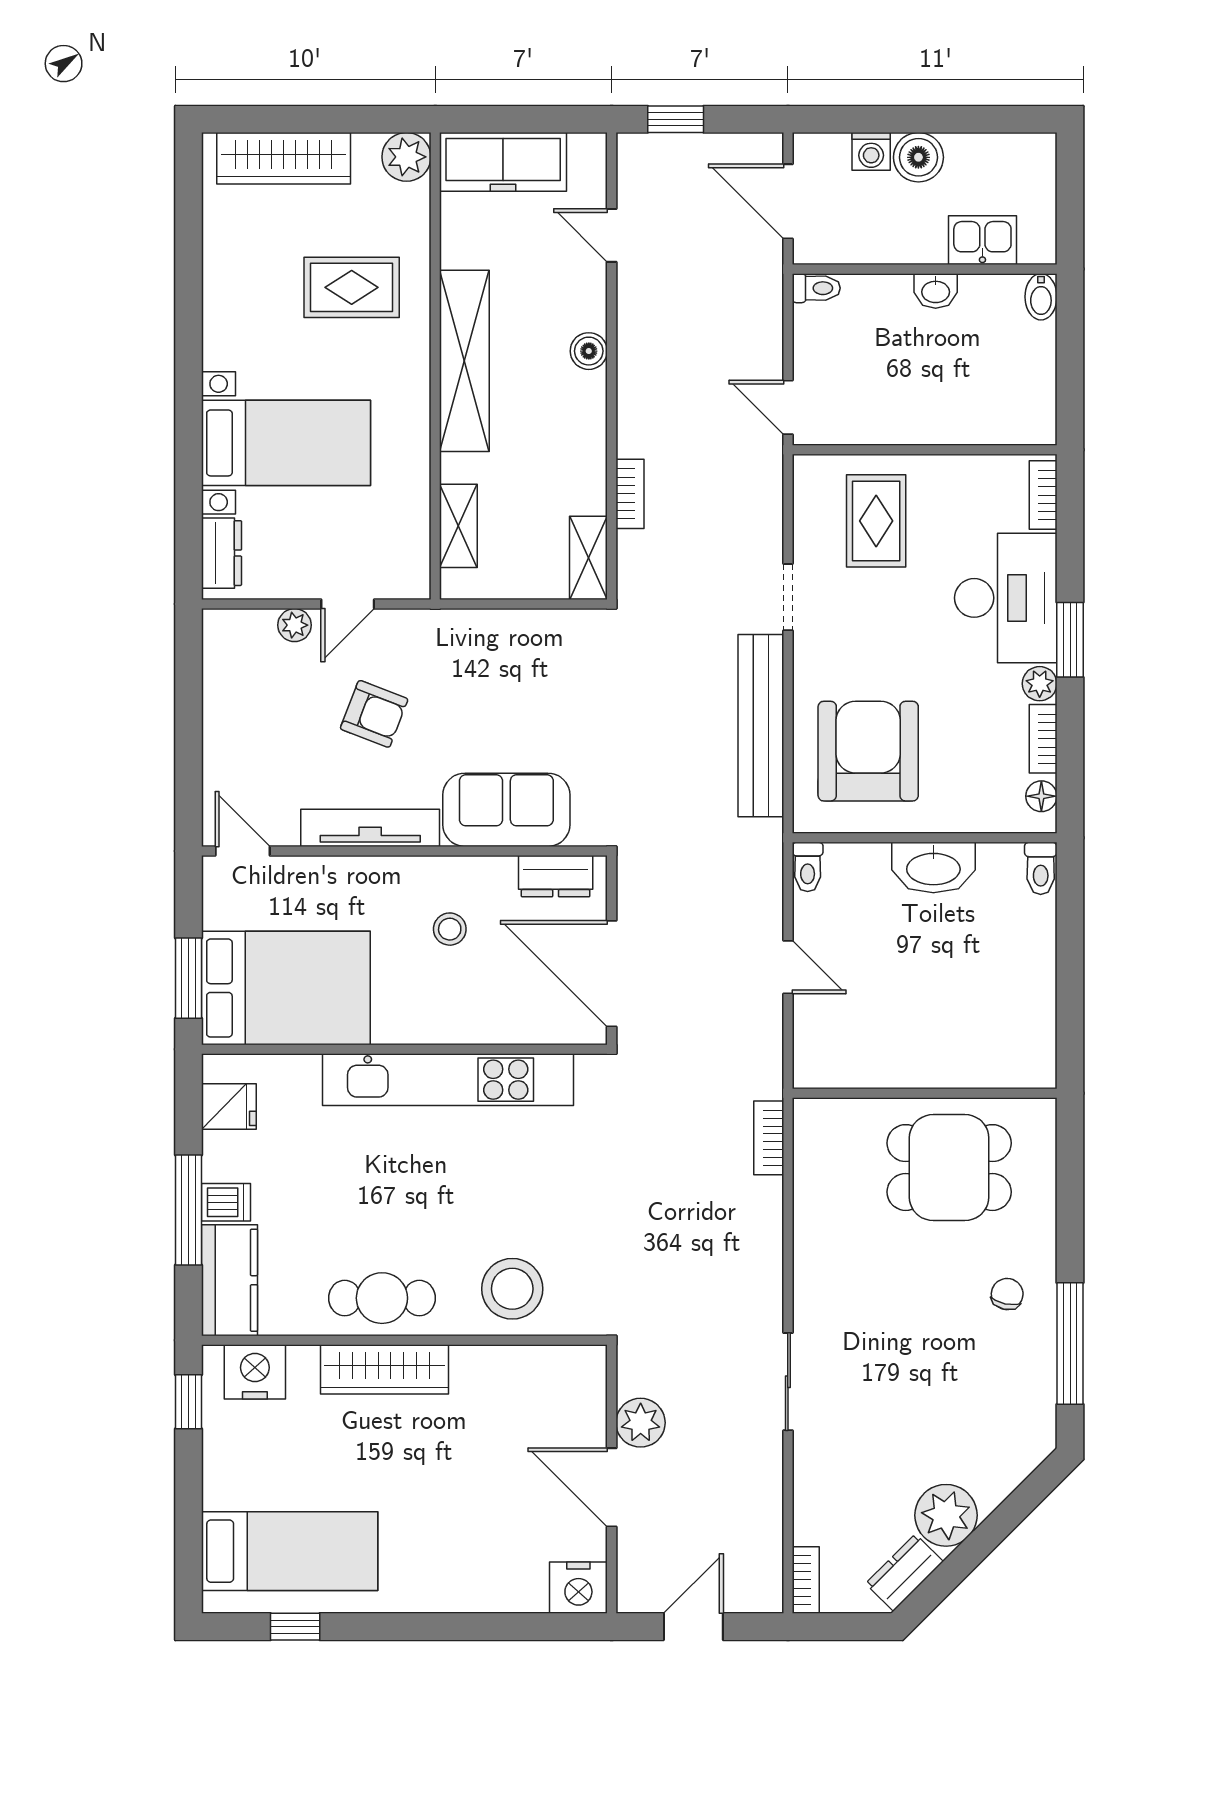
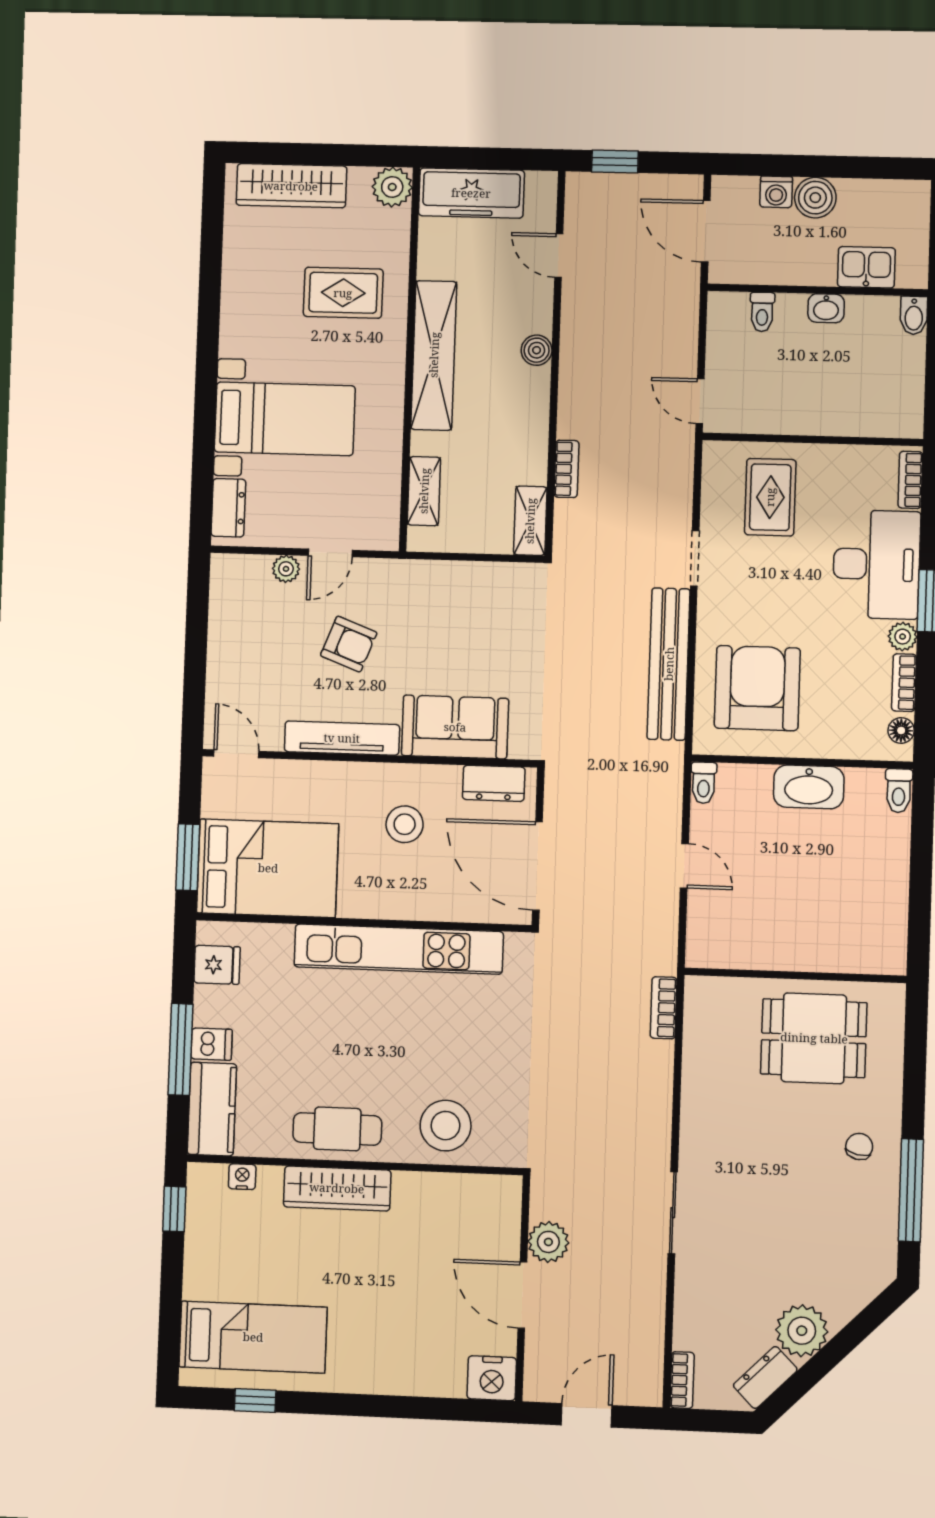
toilet: (816, 288) -> (762, 312), moved, turned 90
stool: (450, 929) -> (405, 824), width x1.37, depth x1.37
nightstand: (255, 1372) -> (242, 1177), width x0.53, depth x0.56

